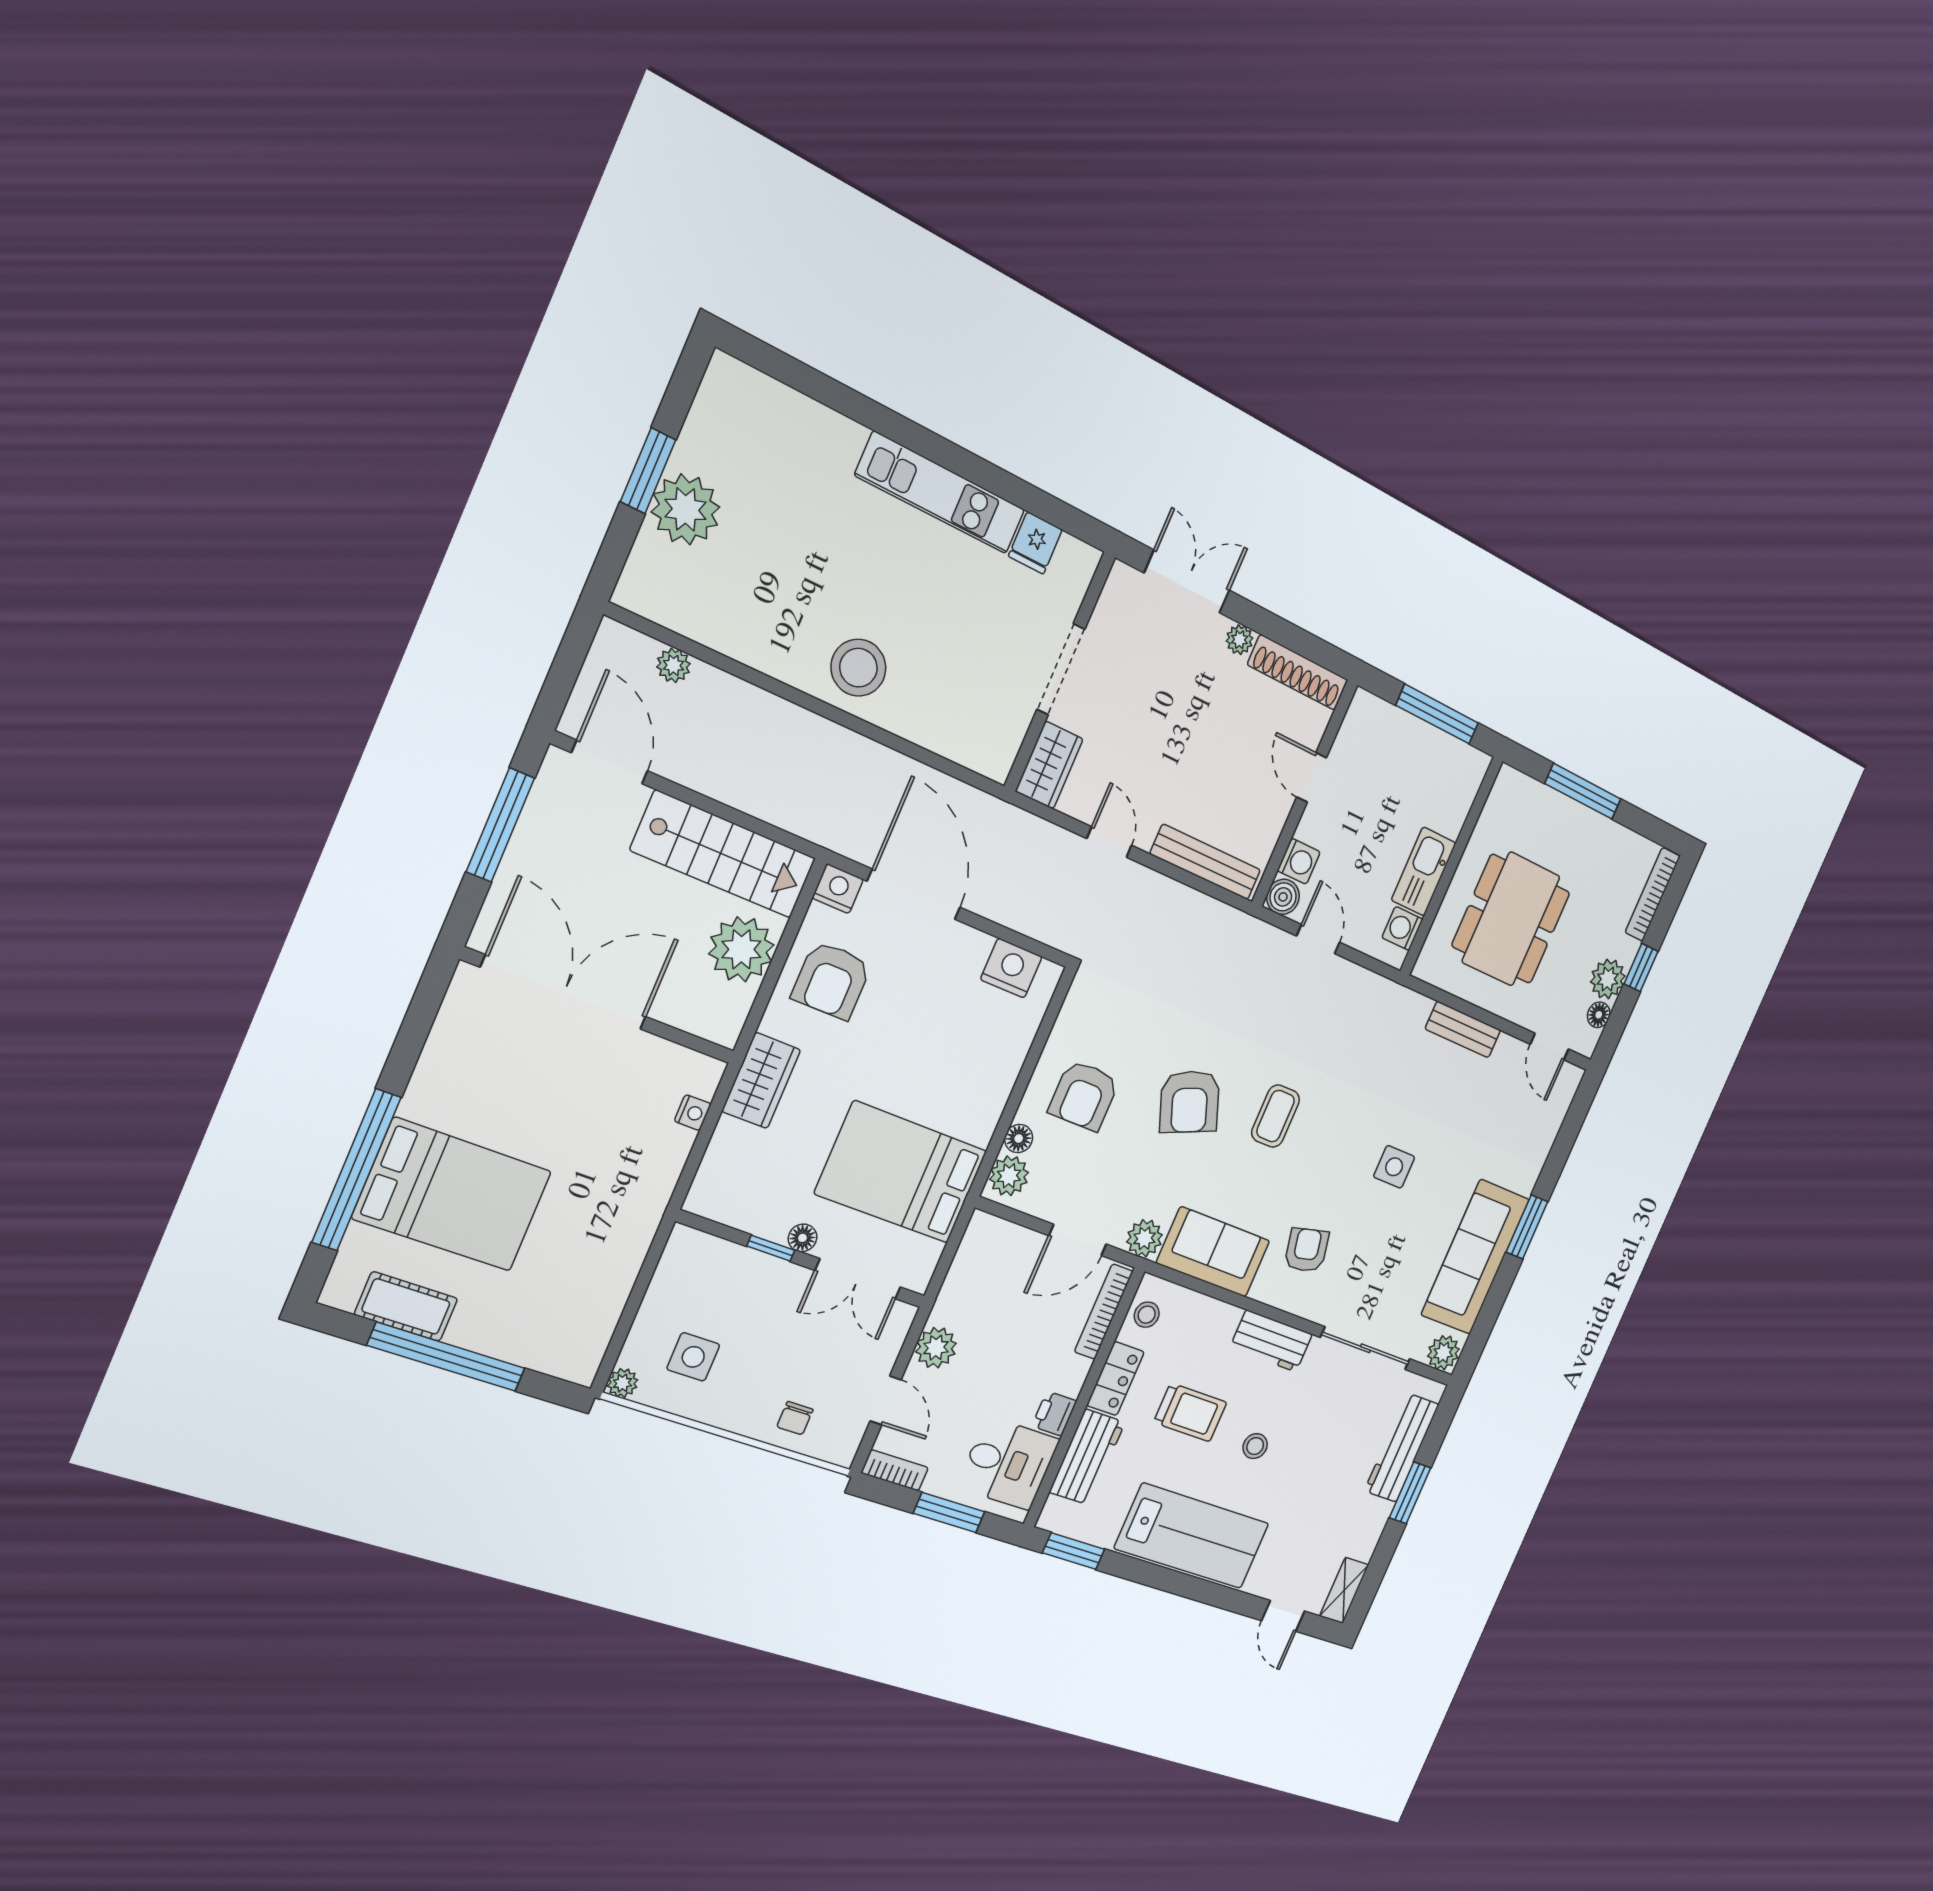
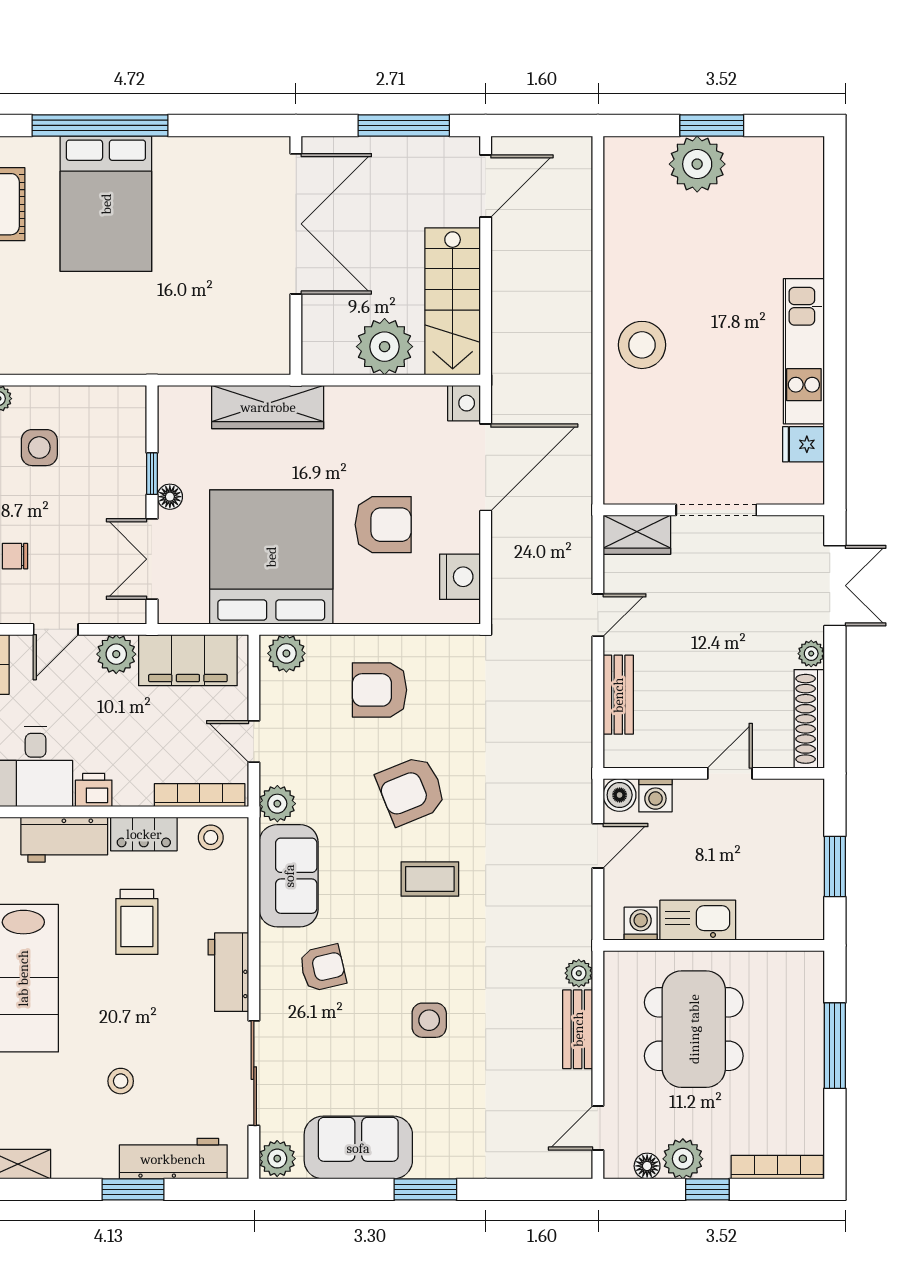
plant: (673, 665) -> (579, 973), moved
window: (1437, 714) -> (835, 867), width x0.69
bench: (1205, 862) -> (618, 695), width x0.73
dining table: (1511, 919) -> (694, 1029), turned 90
armchair: (831, 980) -> (383, 525), moved, turned 180
wardrobe: (761, 1081) -> (268, 407), width x1.50
nightstand: (693, 1113) -> (240, 363), removed
floor lamp: (1019, 1138) -> (321, 648), removed
bed: (901, 1172) -> (271, 557), width x1.36
door: (1078, 1240) -> (254, 741), width x0.73
sofa: (1475, 1257) -> (358, 1148), width x0.73
filing cabinet: (973, 1278) -> (188, 660), added
stool: (1255, 1446) -> (121, 1081), moved

